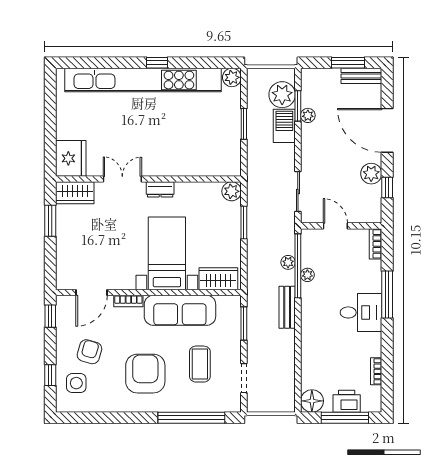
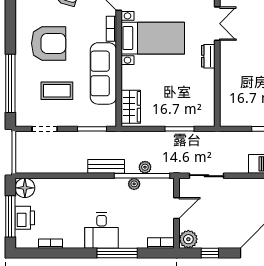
plant: (371, 174) -> (188, 239), moved
plant: (232, 191) -> (207, 118), removed
bed with nightstands: (167, 253) -> (153, 38), moved

